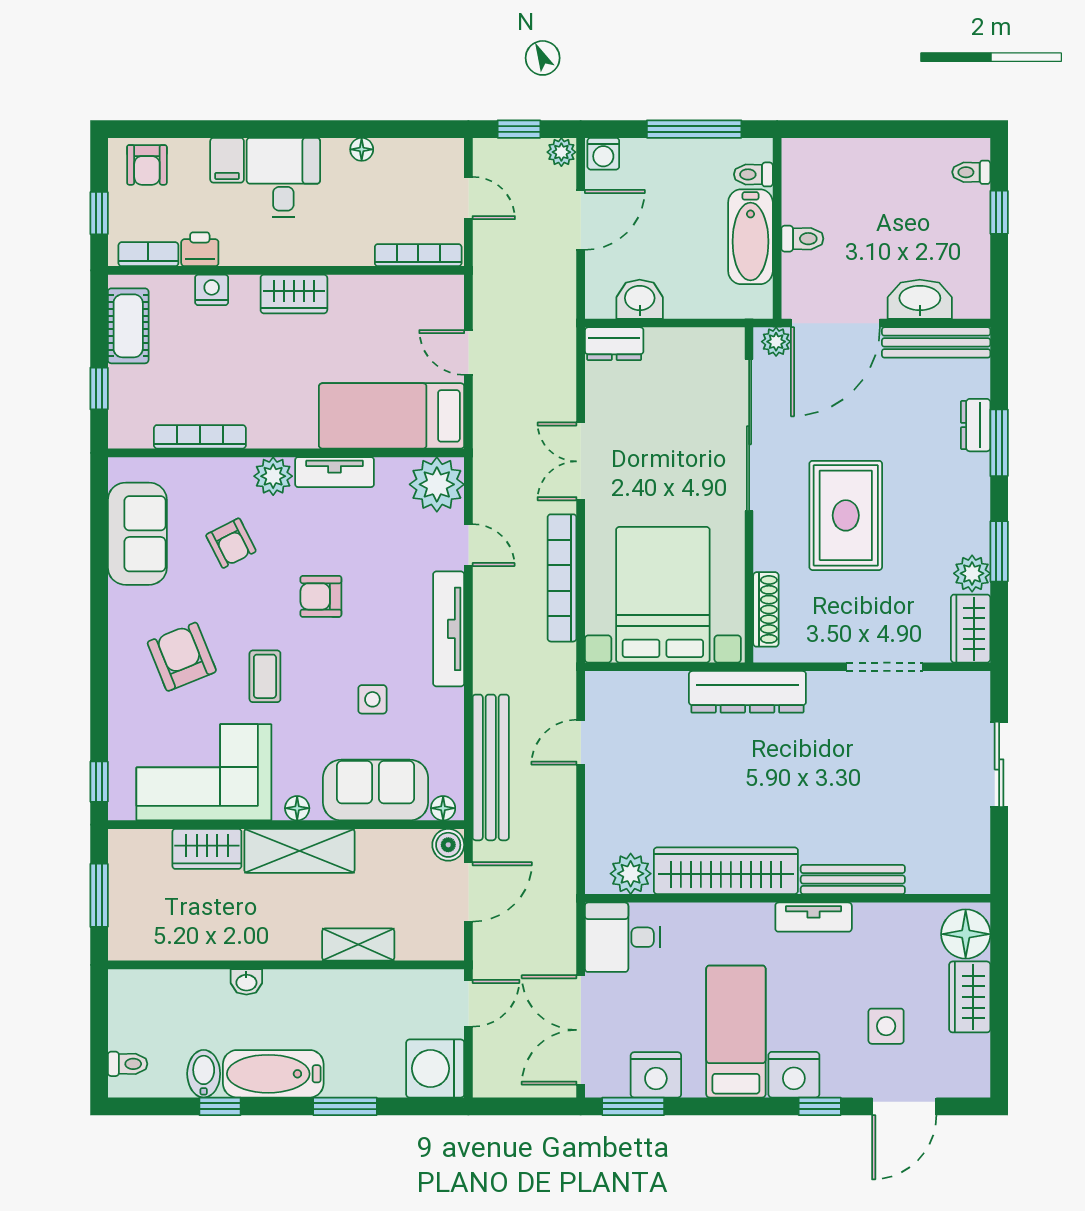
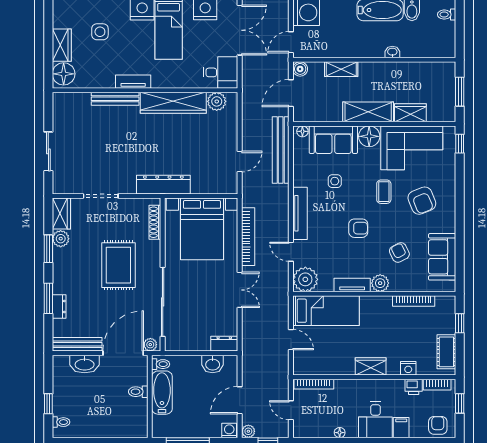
toilet: (753, 174) -> (161, 364), moved
floor lamp: (297, 808) -> (369, 136), width x1.89, depth x1.89
boiler: (448, 845) -> (300, 69), moved

